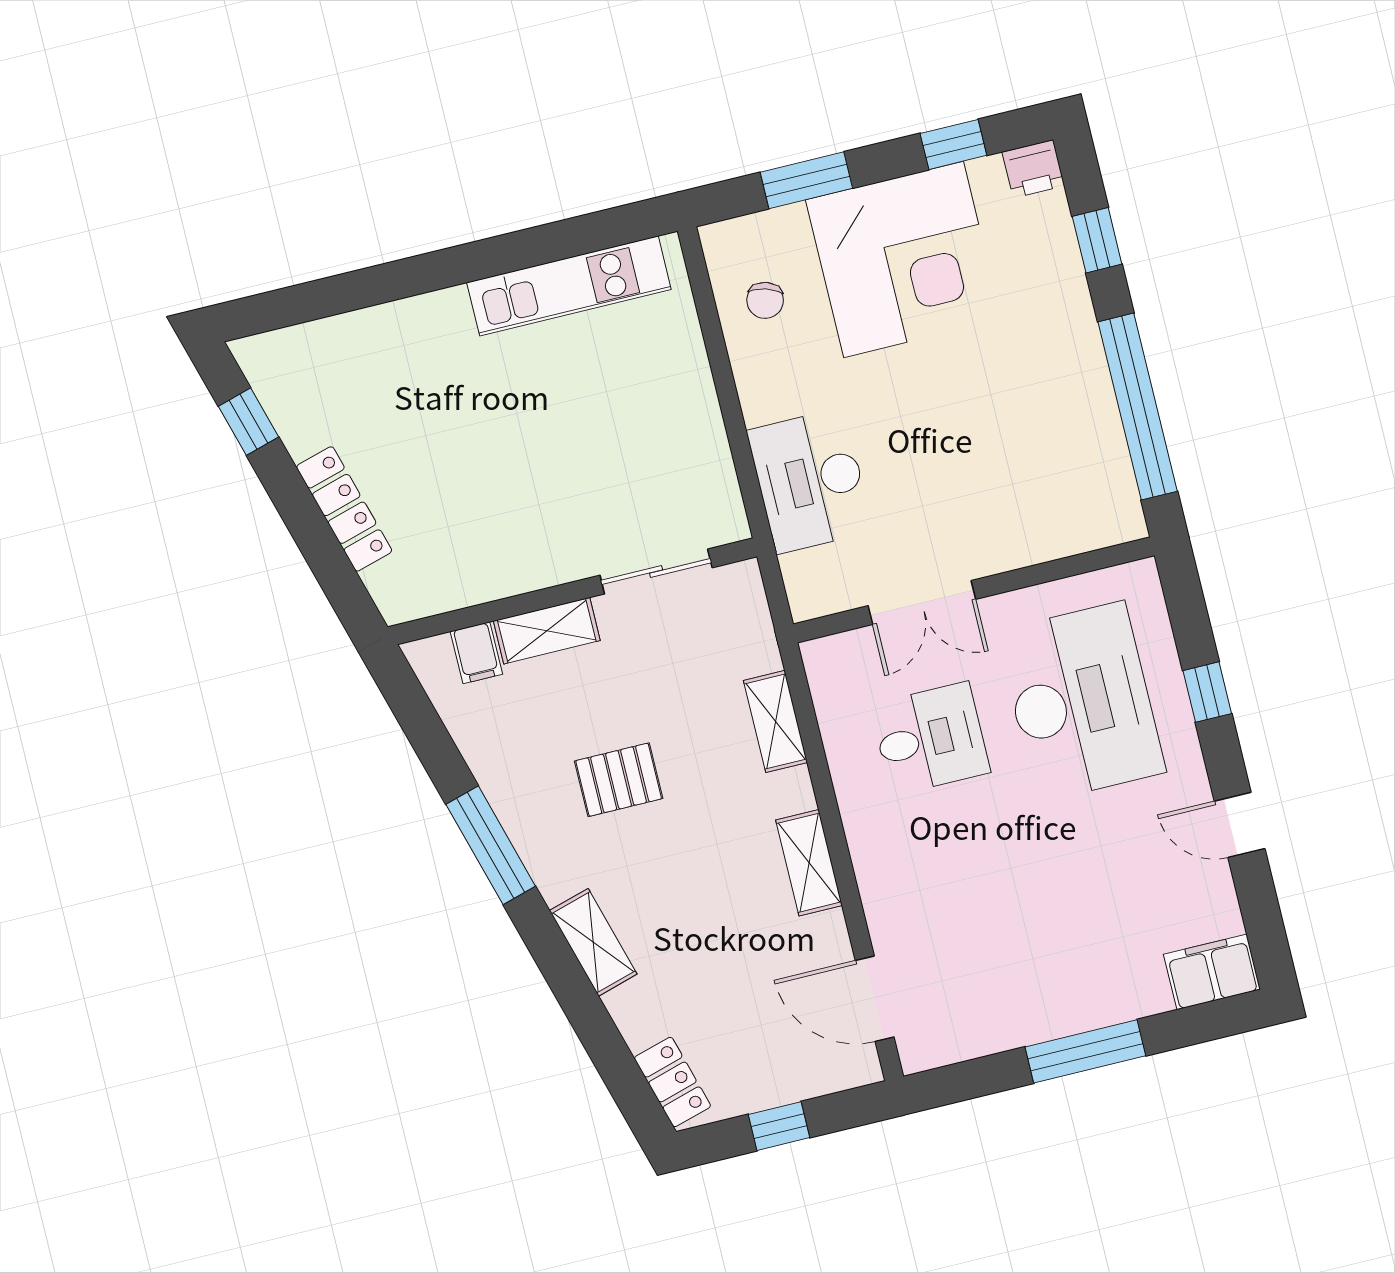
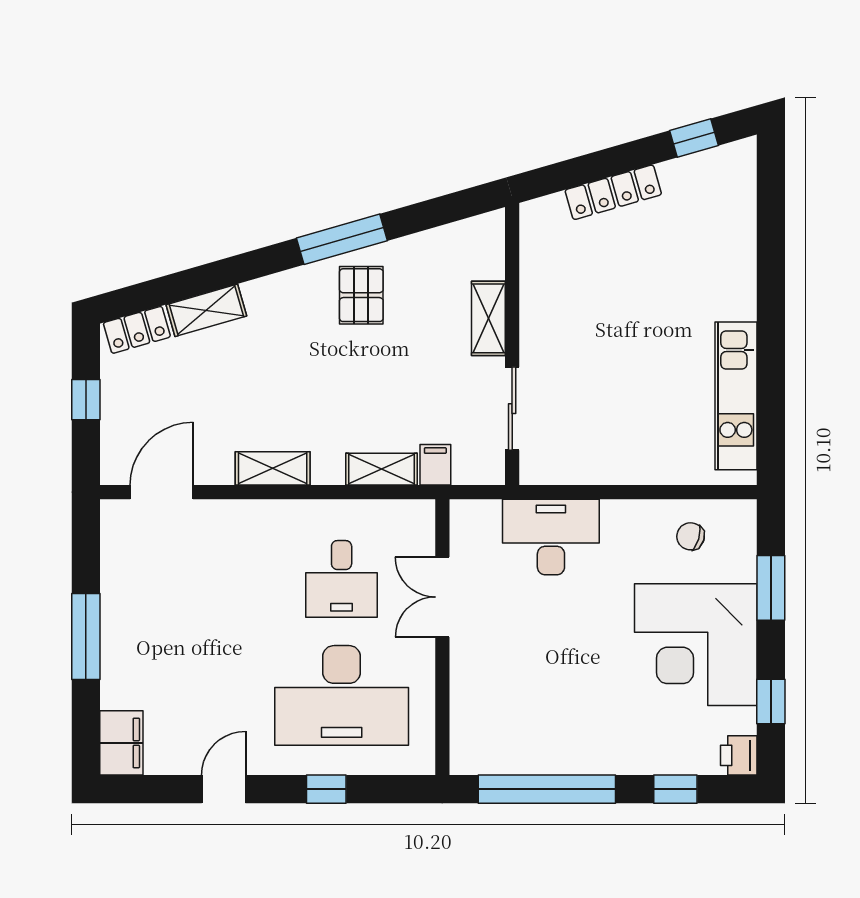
filing cabinet: (476, 653) -> (435, 465), moved, turned 90
pallet: (619, 780) -> (361, 295), moved
shelving: (593, 942) -> (206, 310), moved

